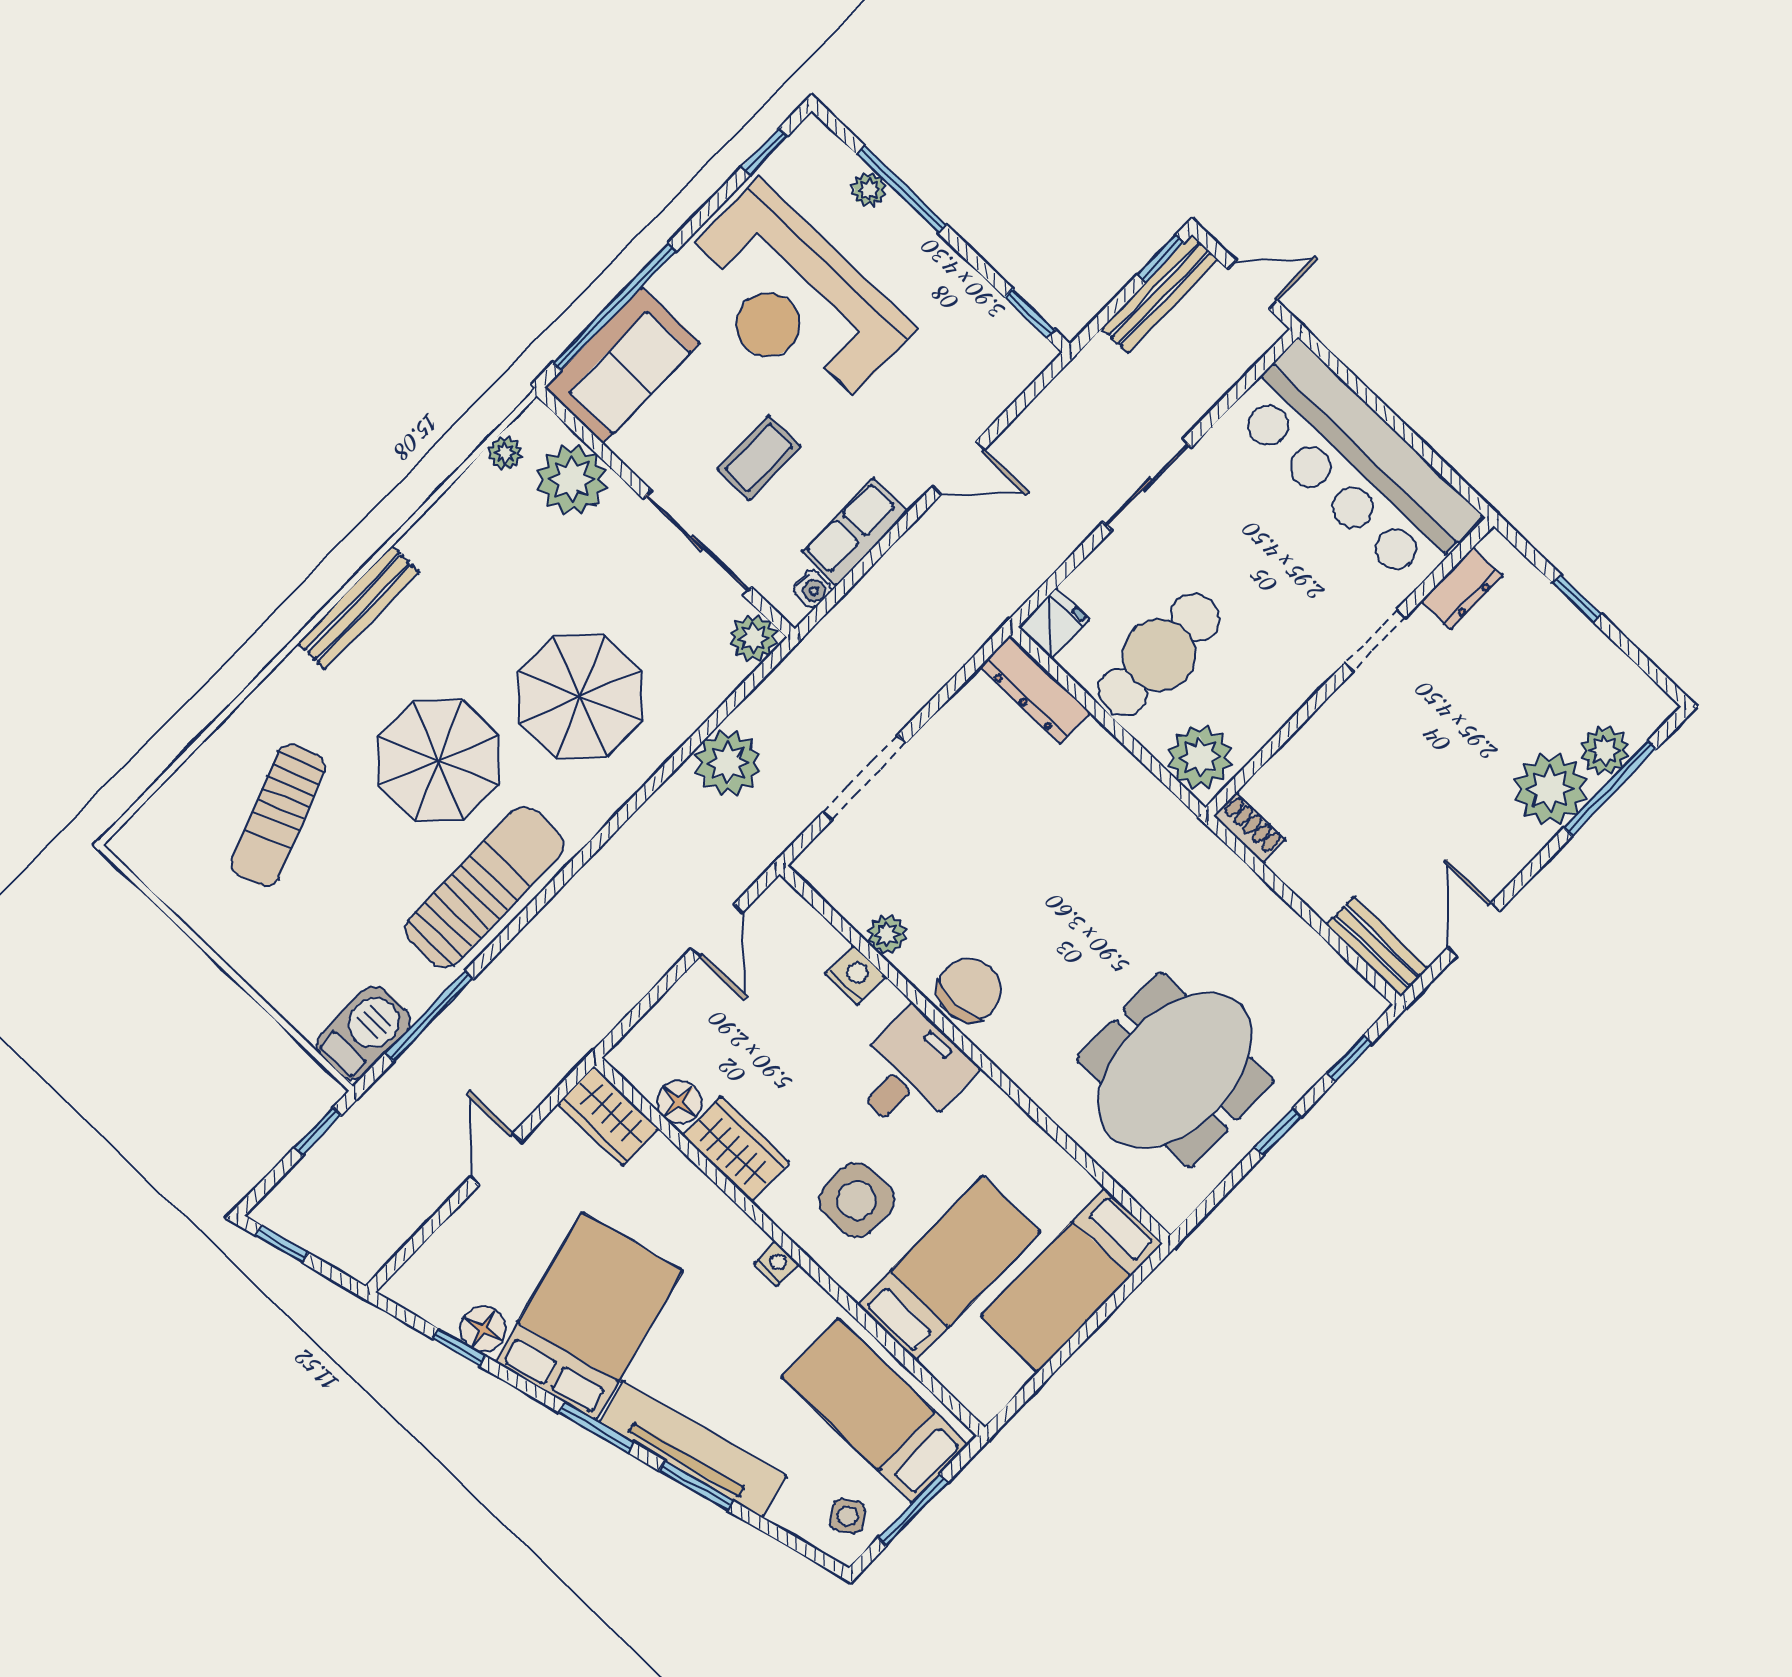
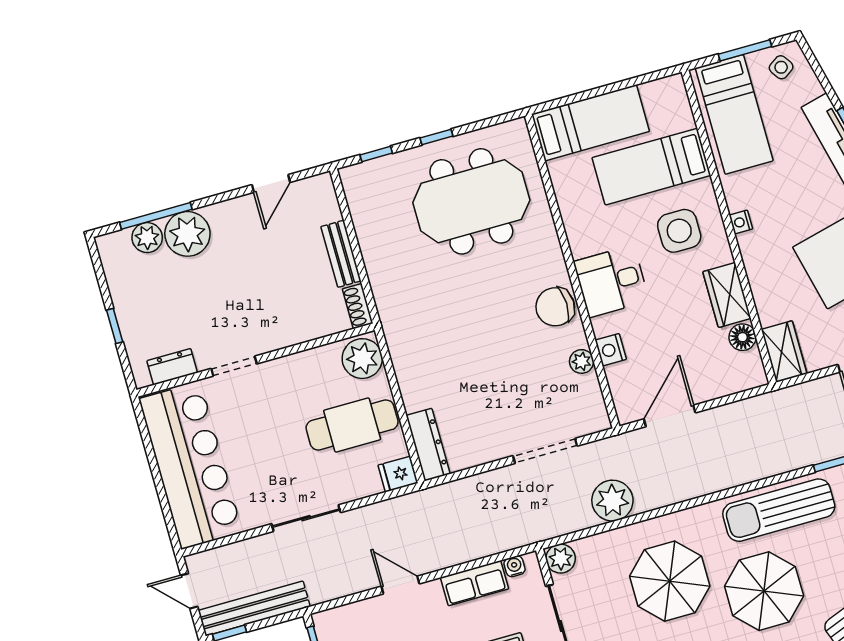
bench: (1160, 294) -> (254, 608), width x1.37, depth x1.21
door: (717, 930) -> (670, 416), width x1.38
bench: (1377, 946) -> (341, 254), moved

